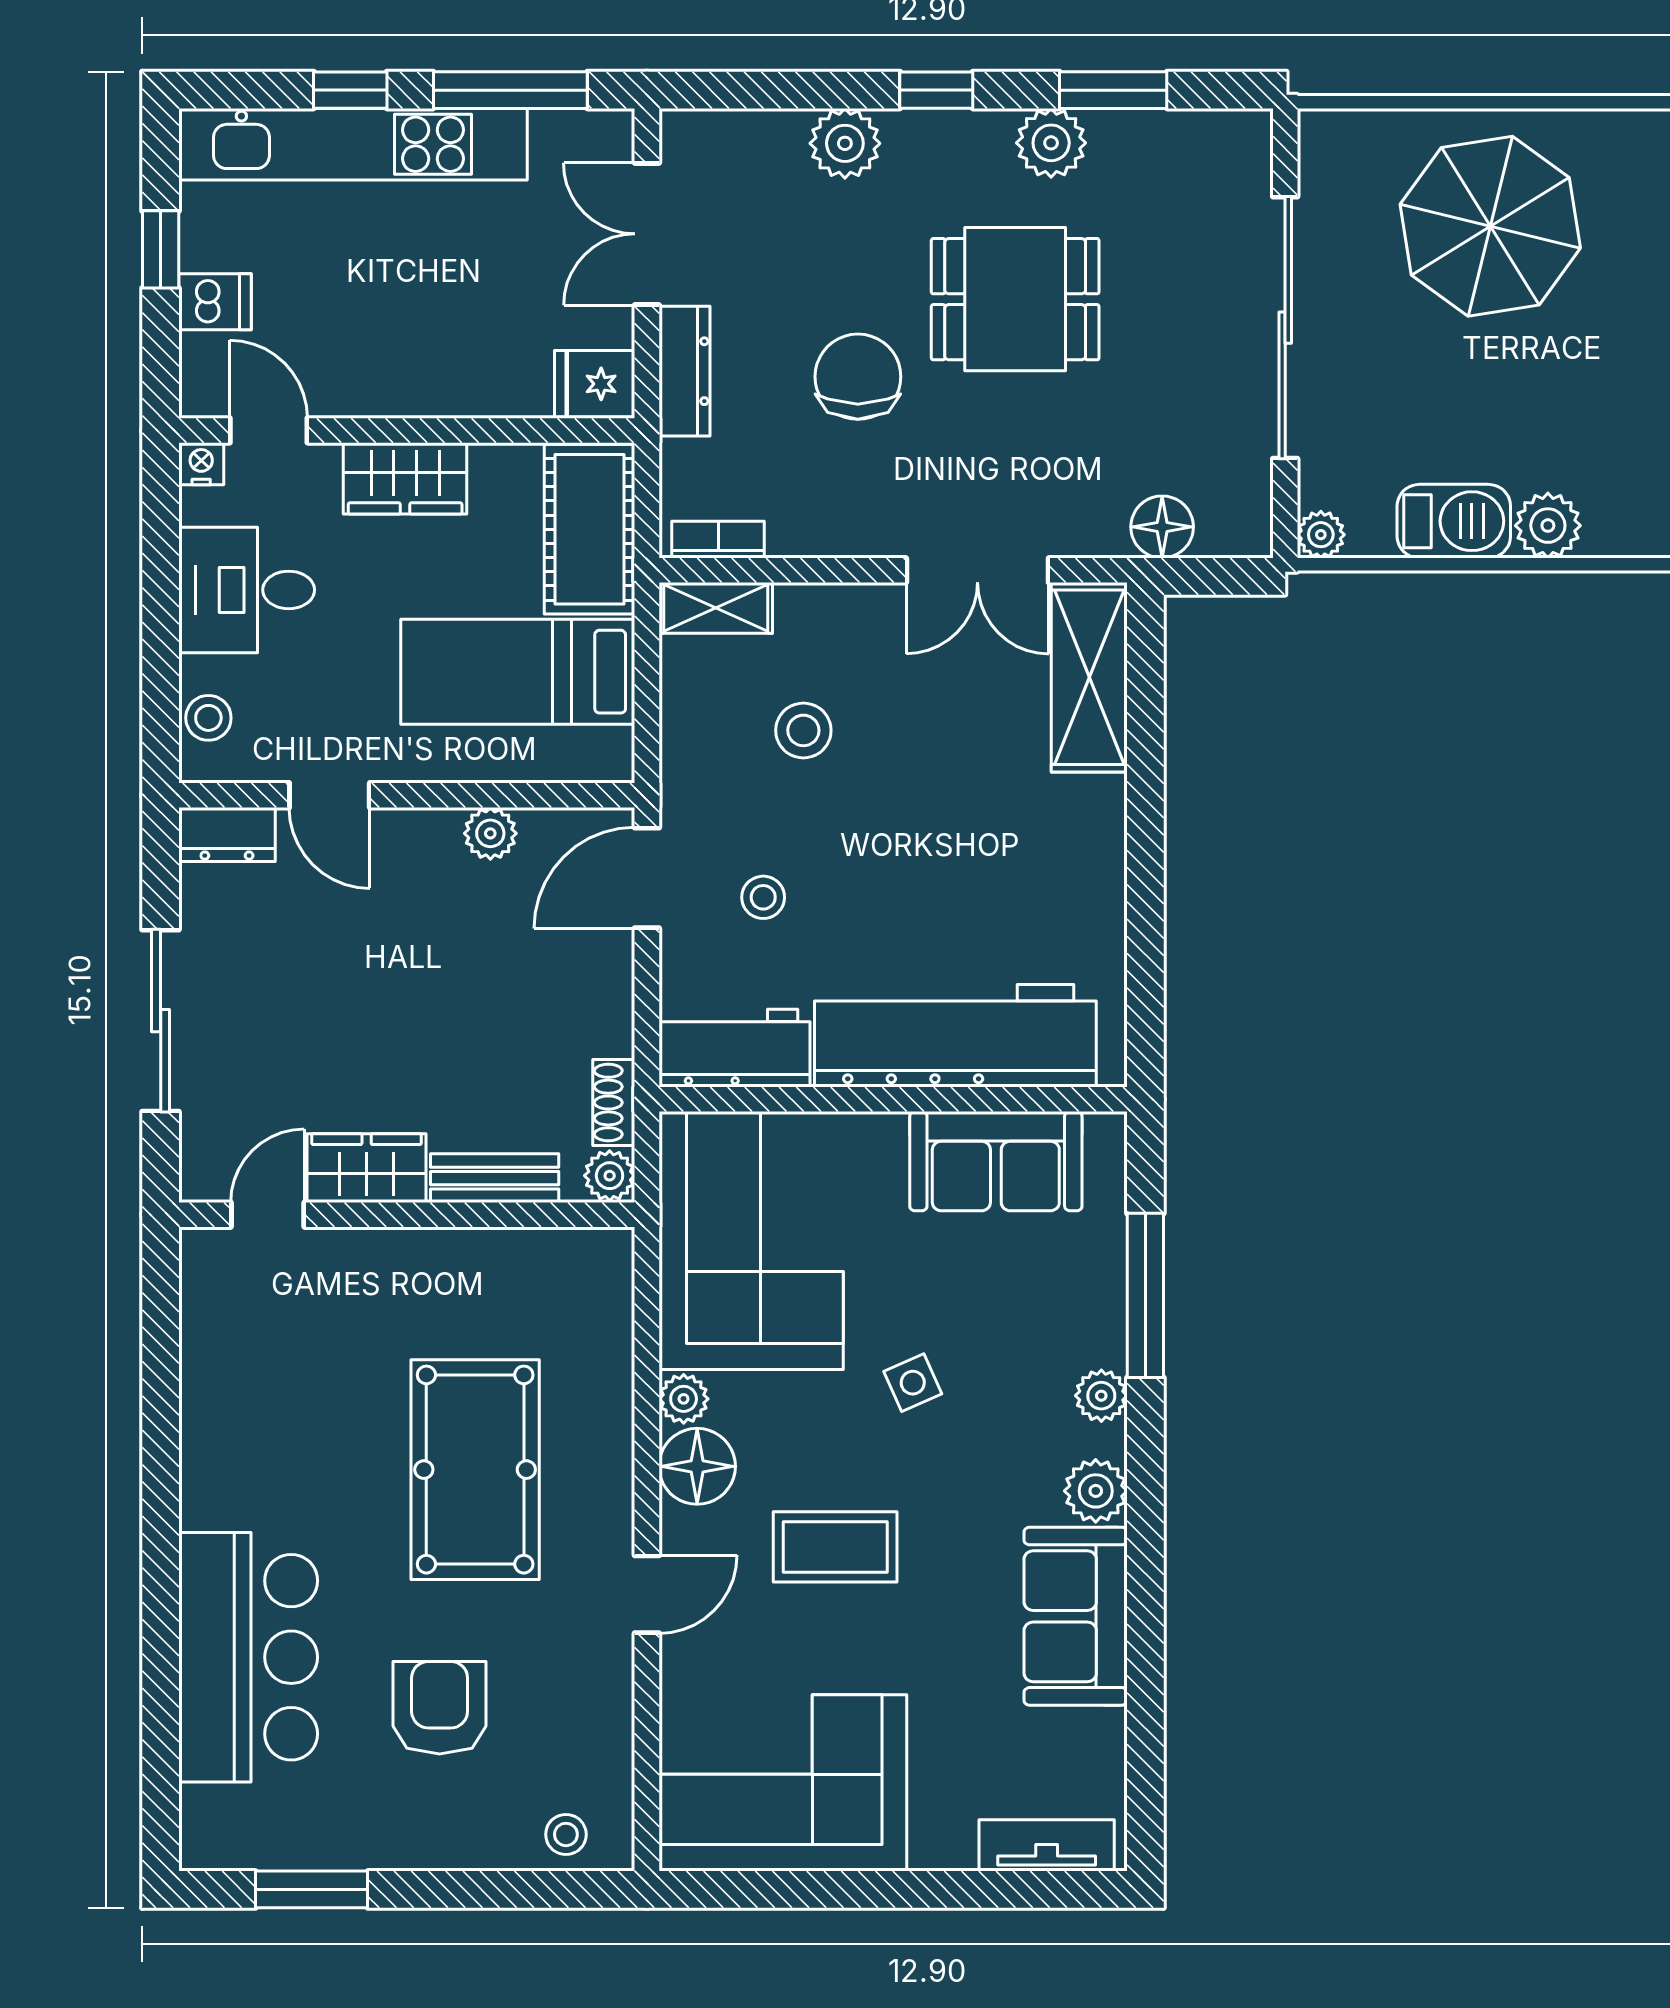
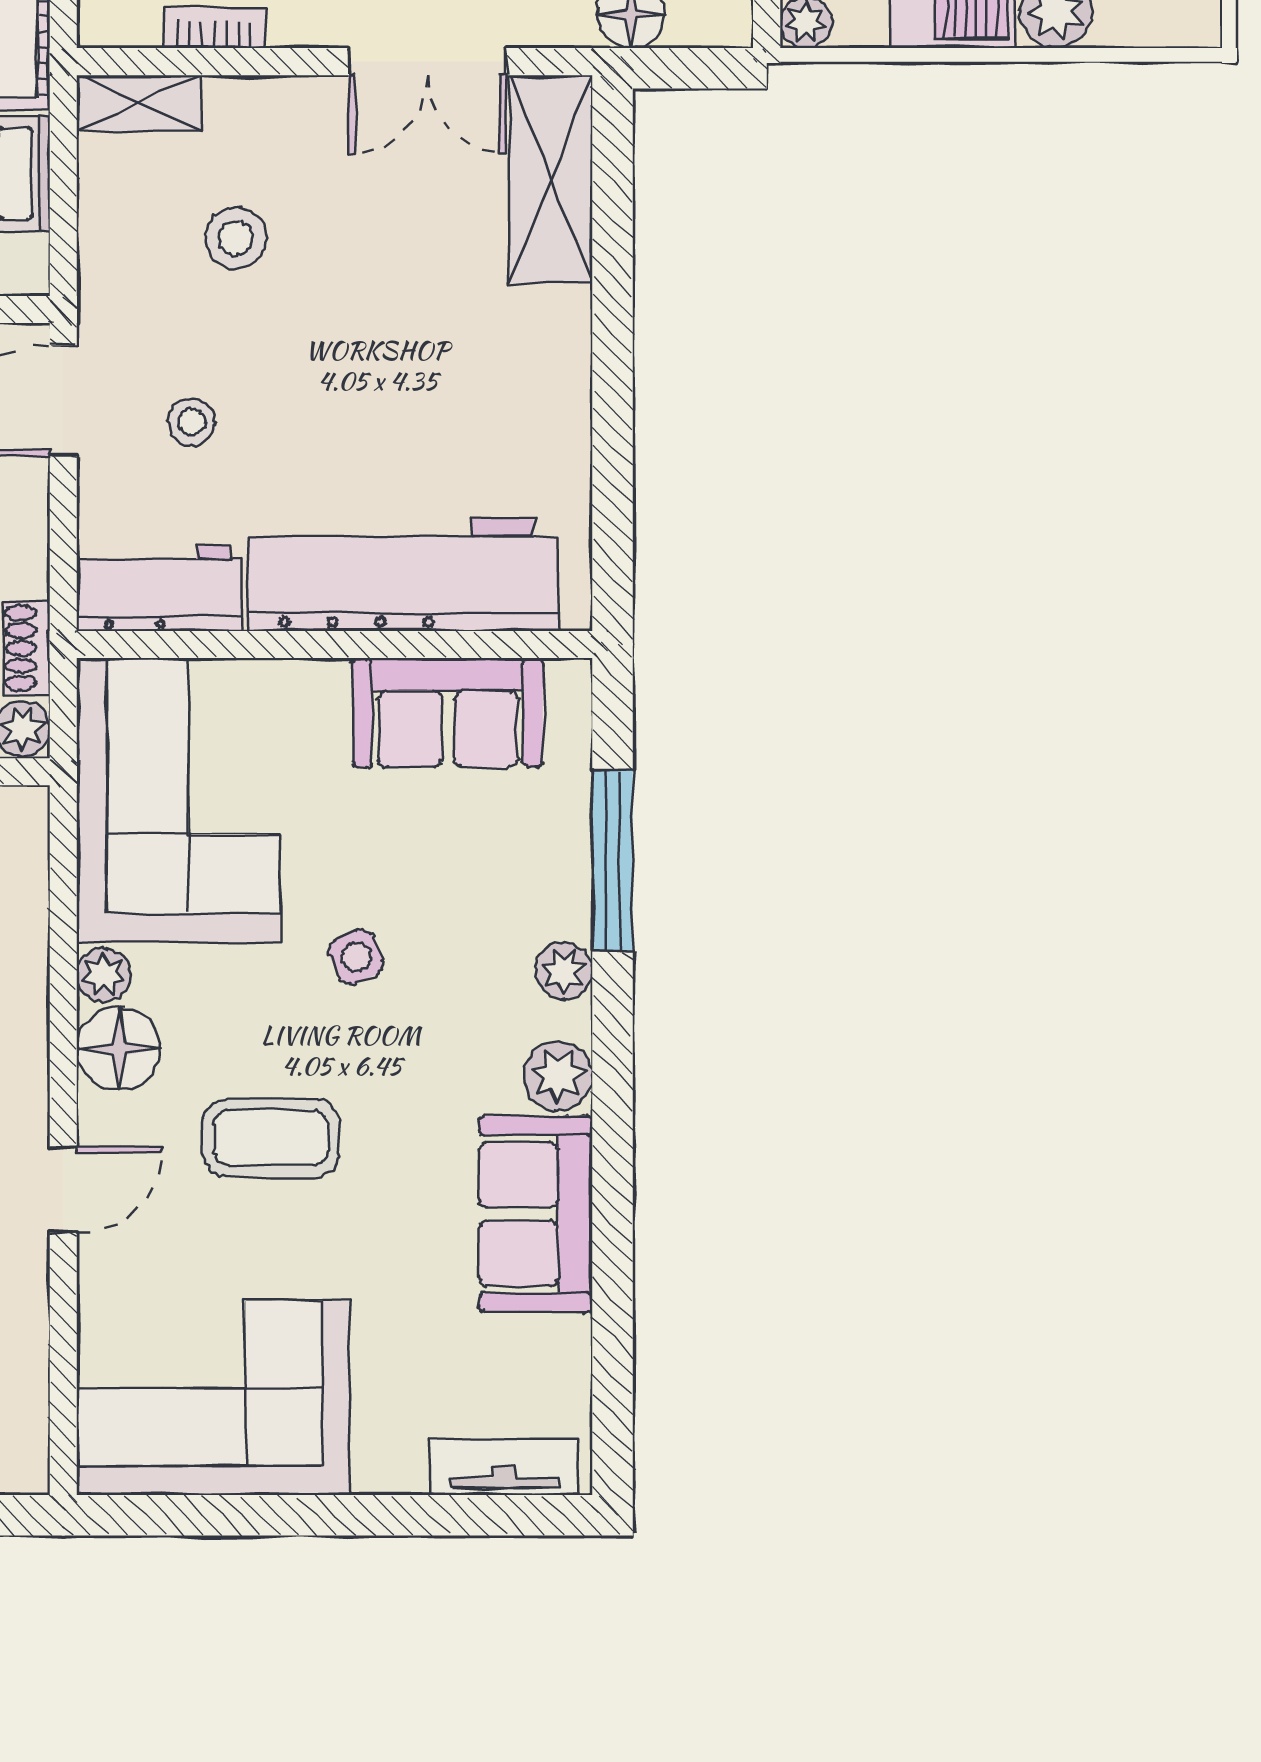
bookcase: (718, 540) -> (214, 28), moved

